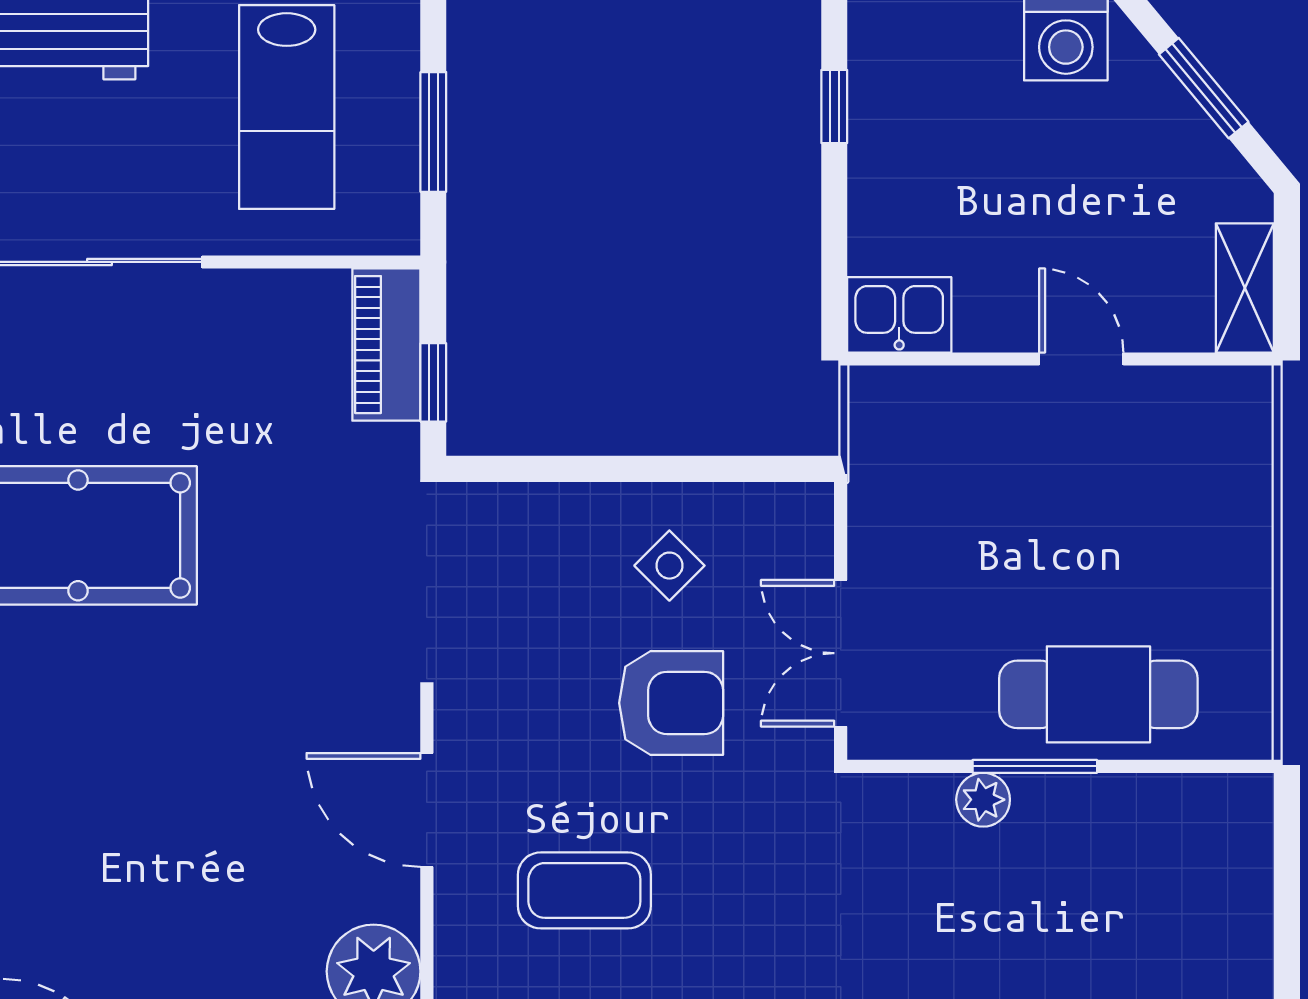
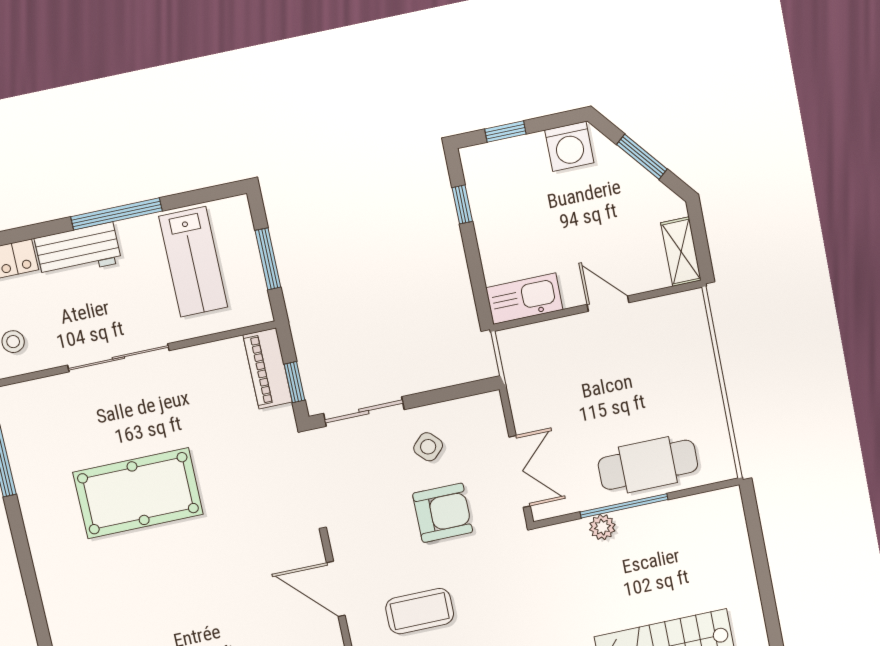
kitchen sink: (899, 315) -> (524, 299), width x1.38
sliding door: (557, 469) -> (364, 411), added
double door: (841, 653) -> (520, 471), swing flipped
window: (1035, 766) -> (624, 506), width x1.44

